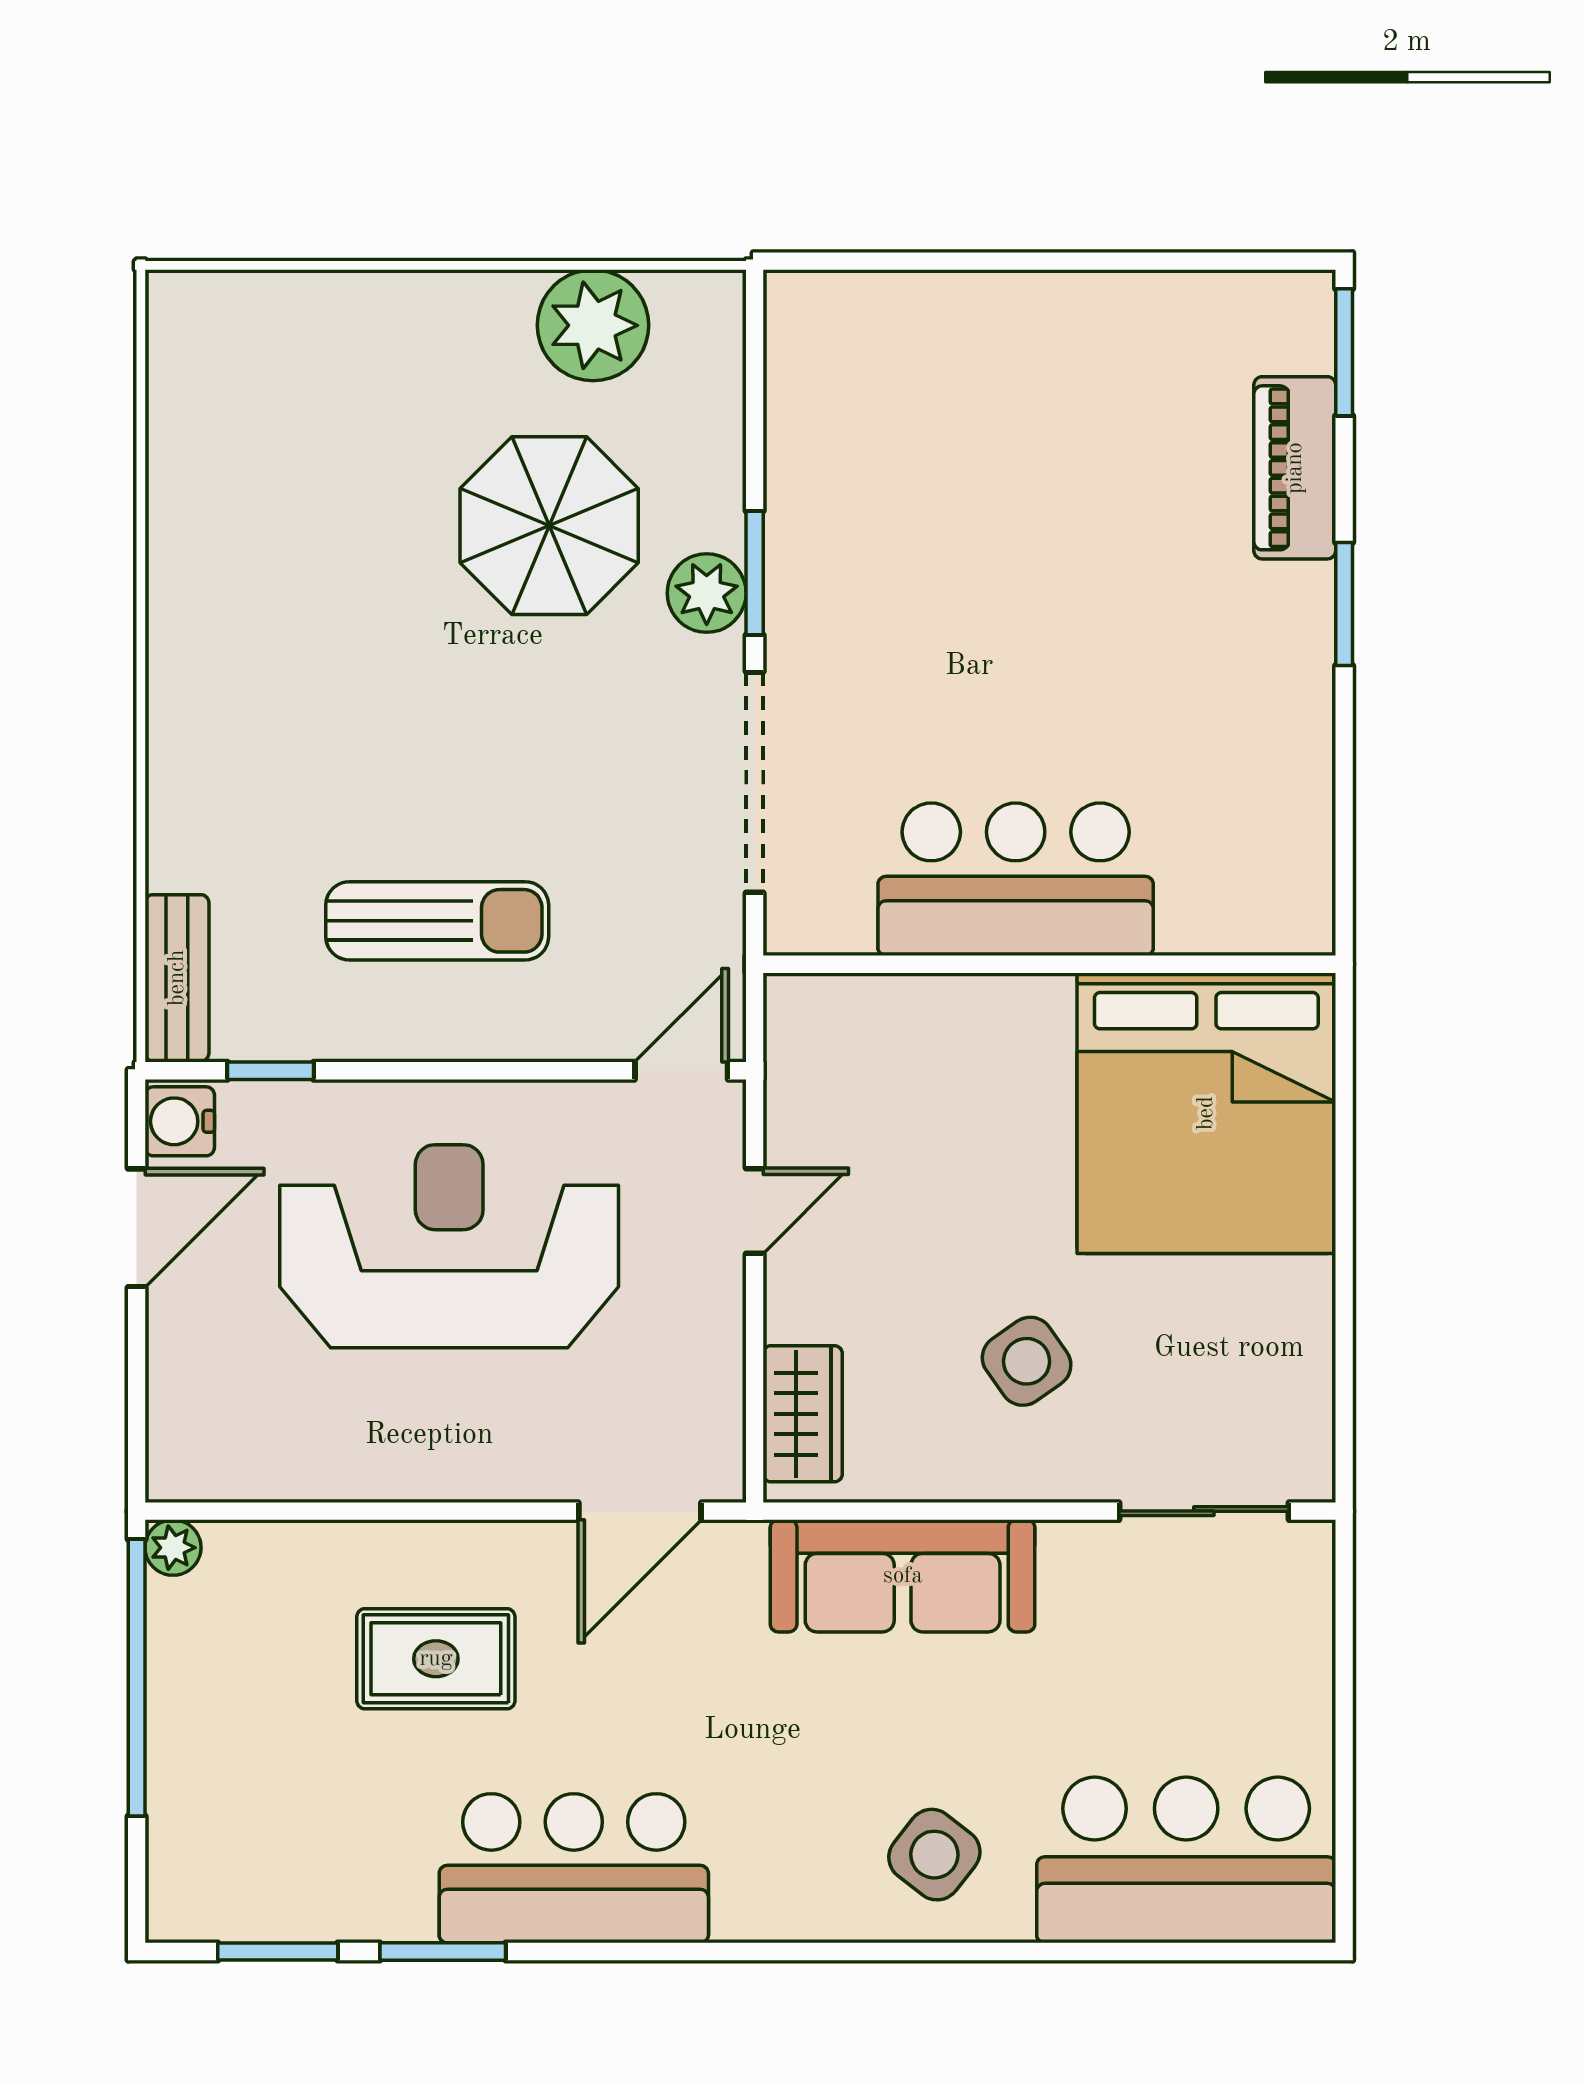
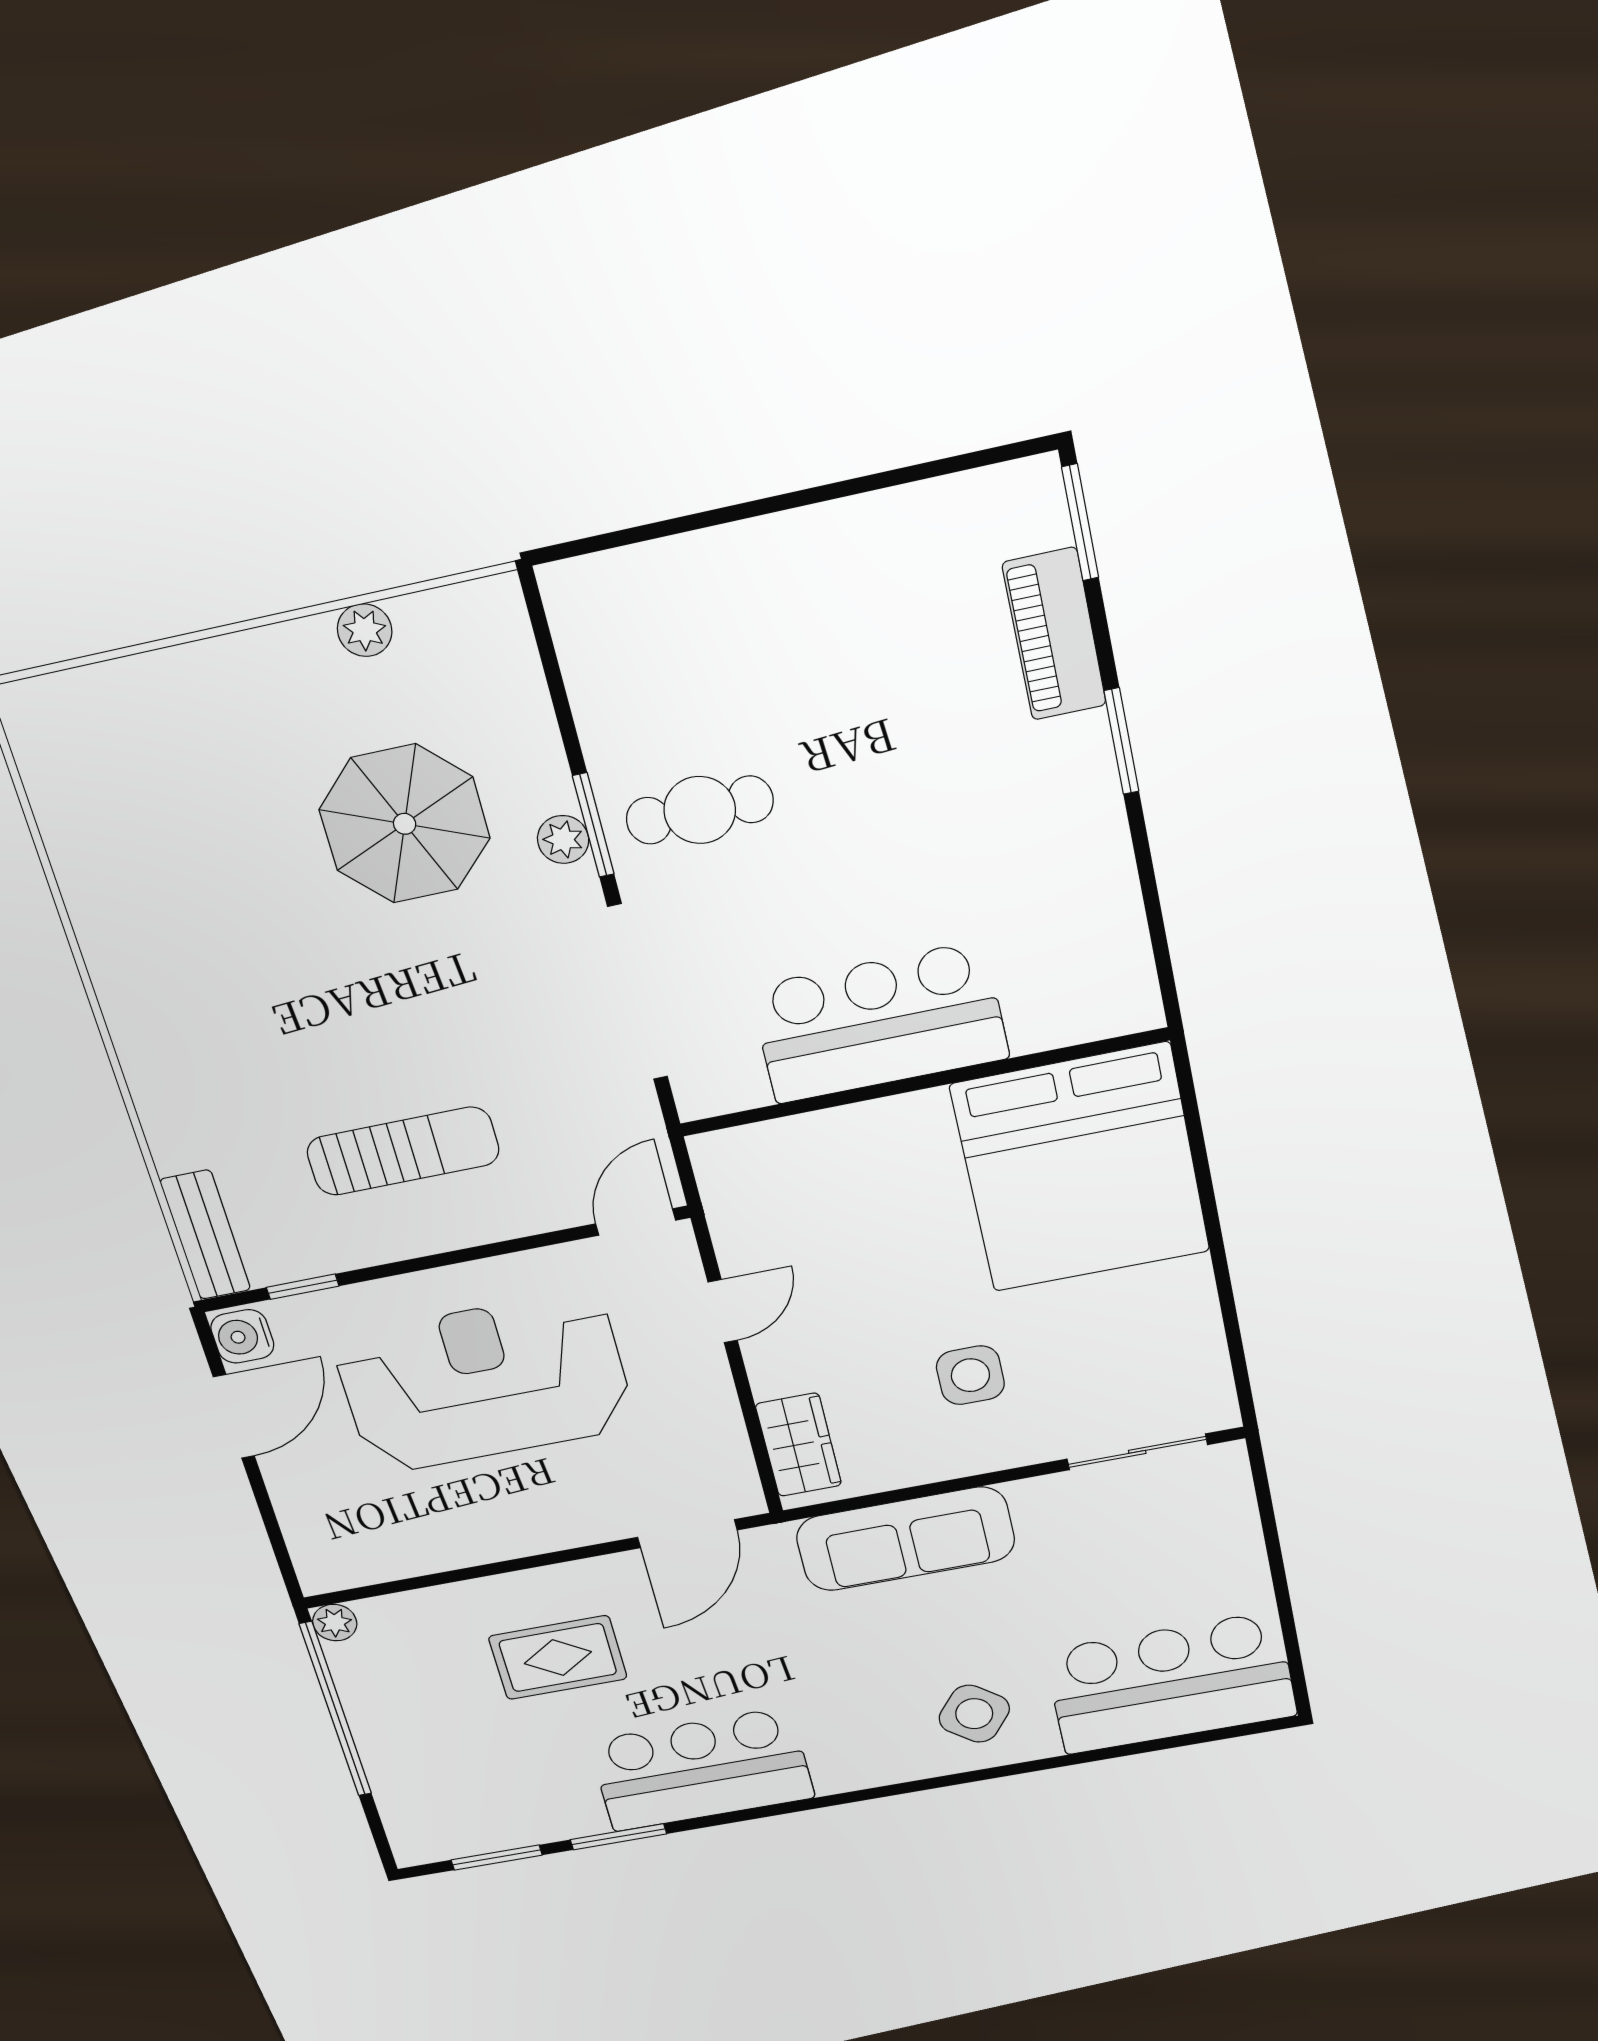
plant: (593, 325) -> (365, 630), width x0.53, depth x0.53
cafe table: (874, 581) -> (700, 810), added
plant: (707, 593) -> (563, 839), width x0.73, depth x0.73
side table: (1027, 1361) -> (970, 1375), turned 35

